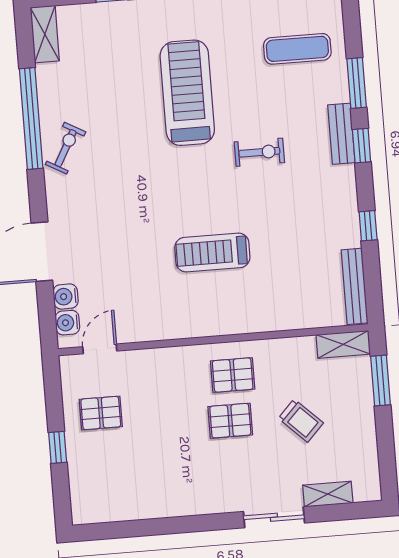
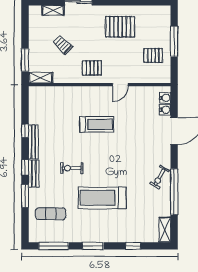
treadmill: (187, 93) -> (102, 198), turned 90
bench: (355, 286) -> (33, 142), moved
door: (100, 349) -> (120, 85), moved
pallet: (230, 421) -> (120, 27), moved, width x1.50, depth x1.42
window: (58, 447) -> (174, 41), width x2.17

